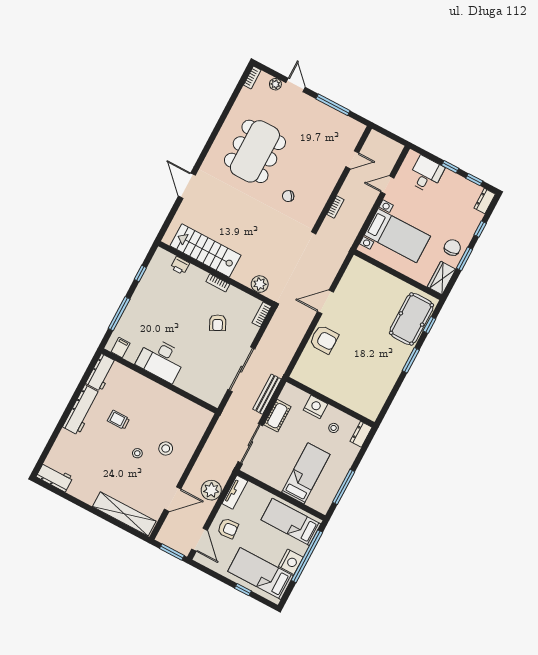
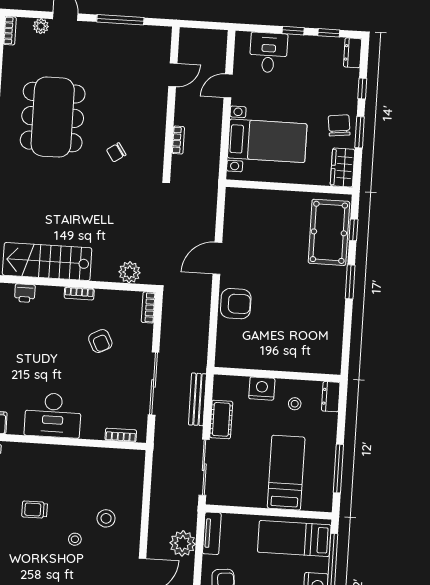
bookcase: (202, 395) -> (121, 435), added

